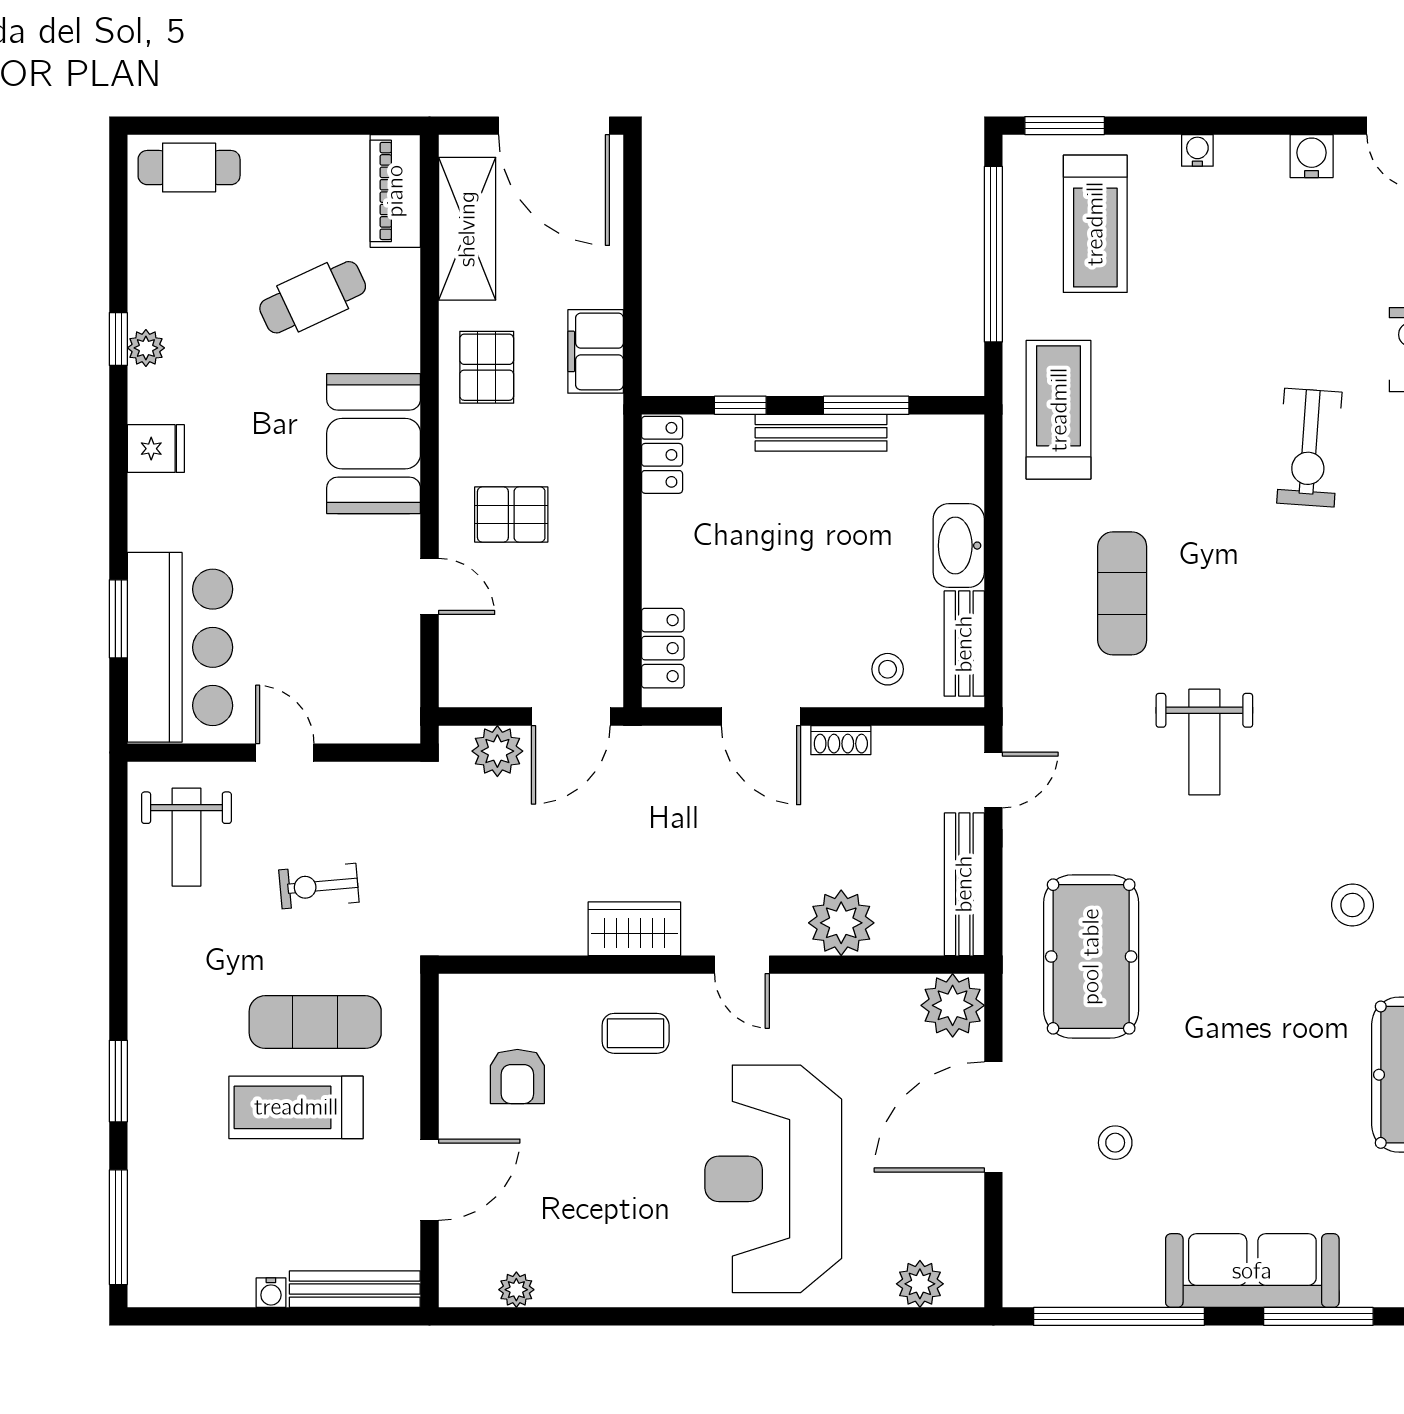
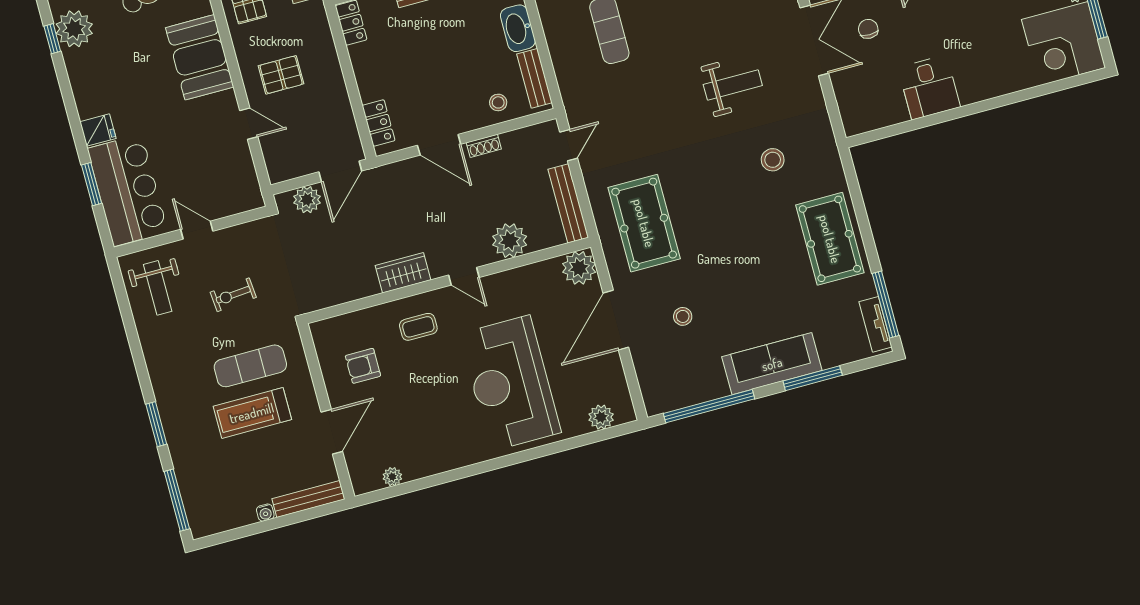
plant: (146, 348) -> (74, 29), width x1.87, depth x1.87
fridge: (156, 449) -> (98, 130), moved
weight bench: (1204, 742) -> (733, 85), moved, turned -90
armchair: (517, 1077) -> (363, 366), turned 90

